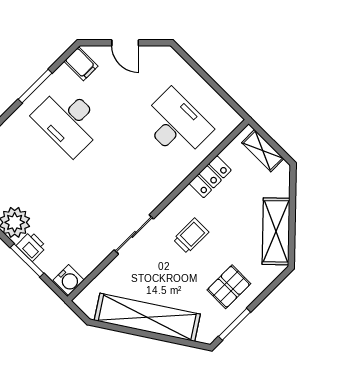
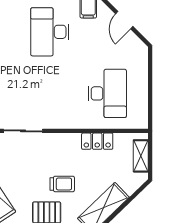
trolley: (191, 236) -> (62, 184), moved

